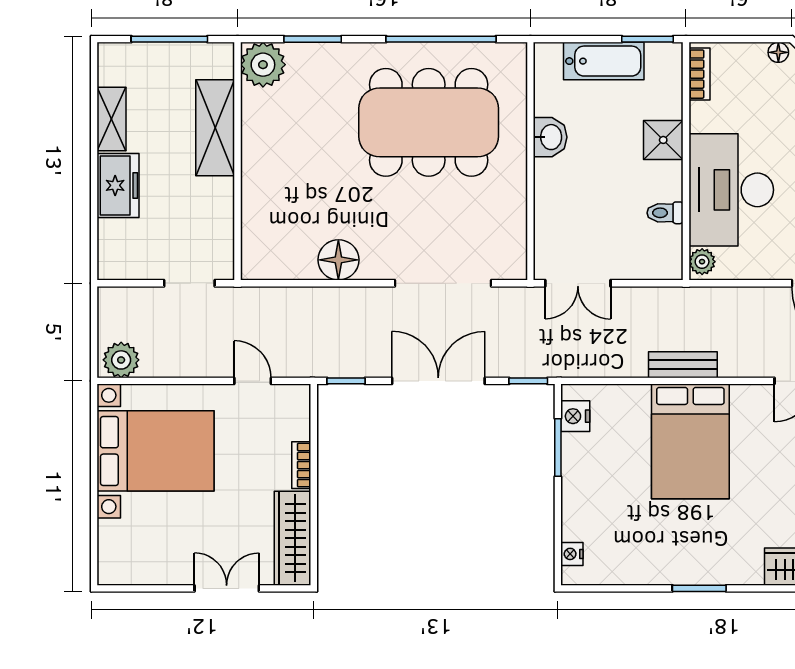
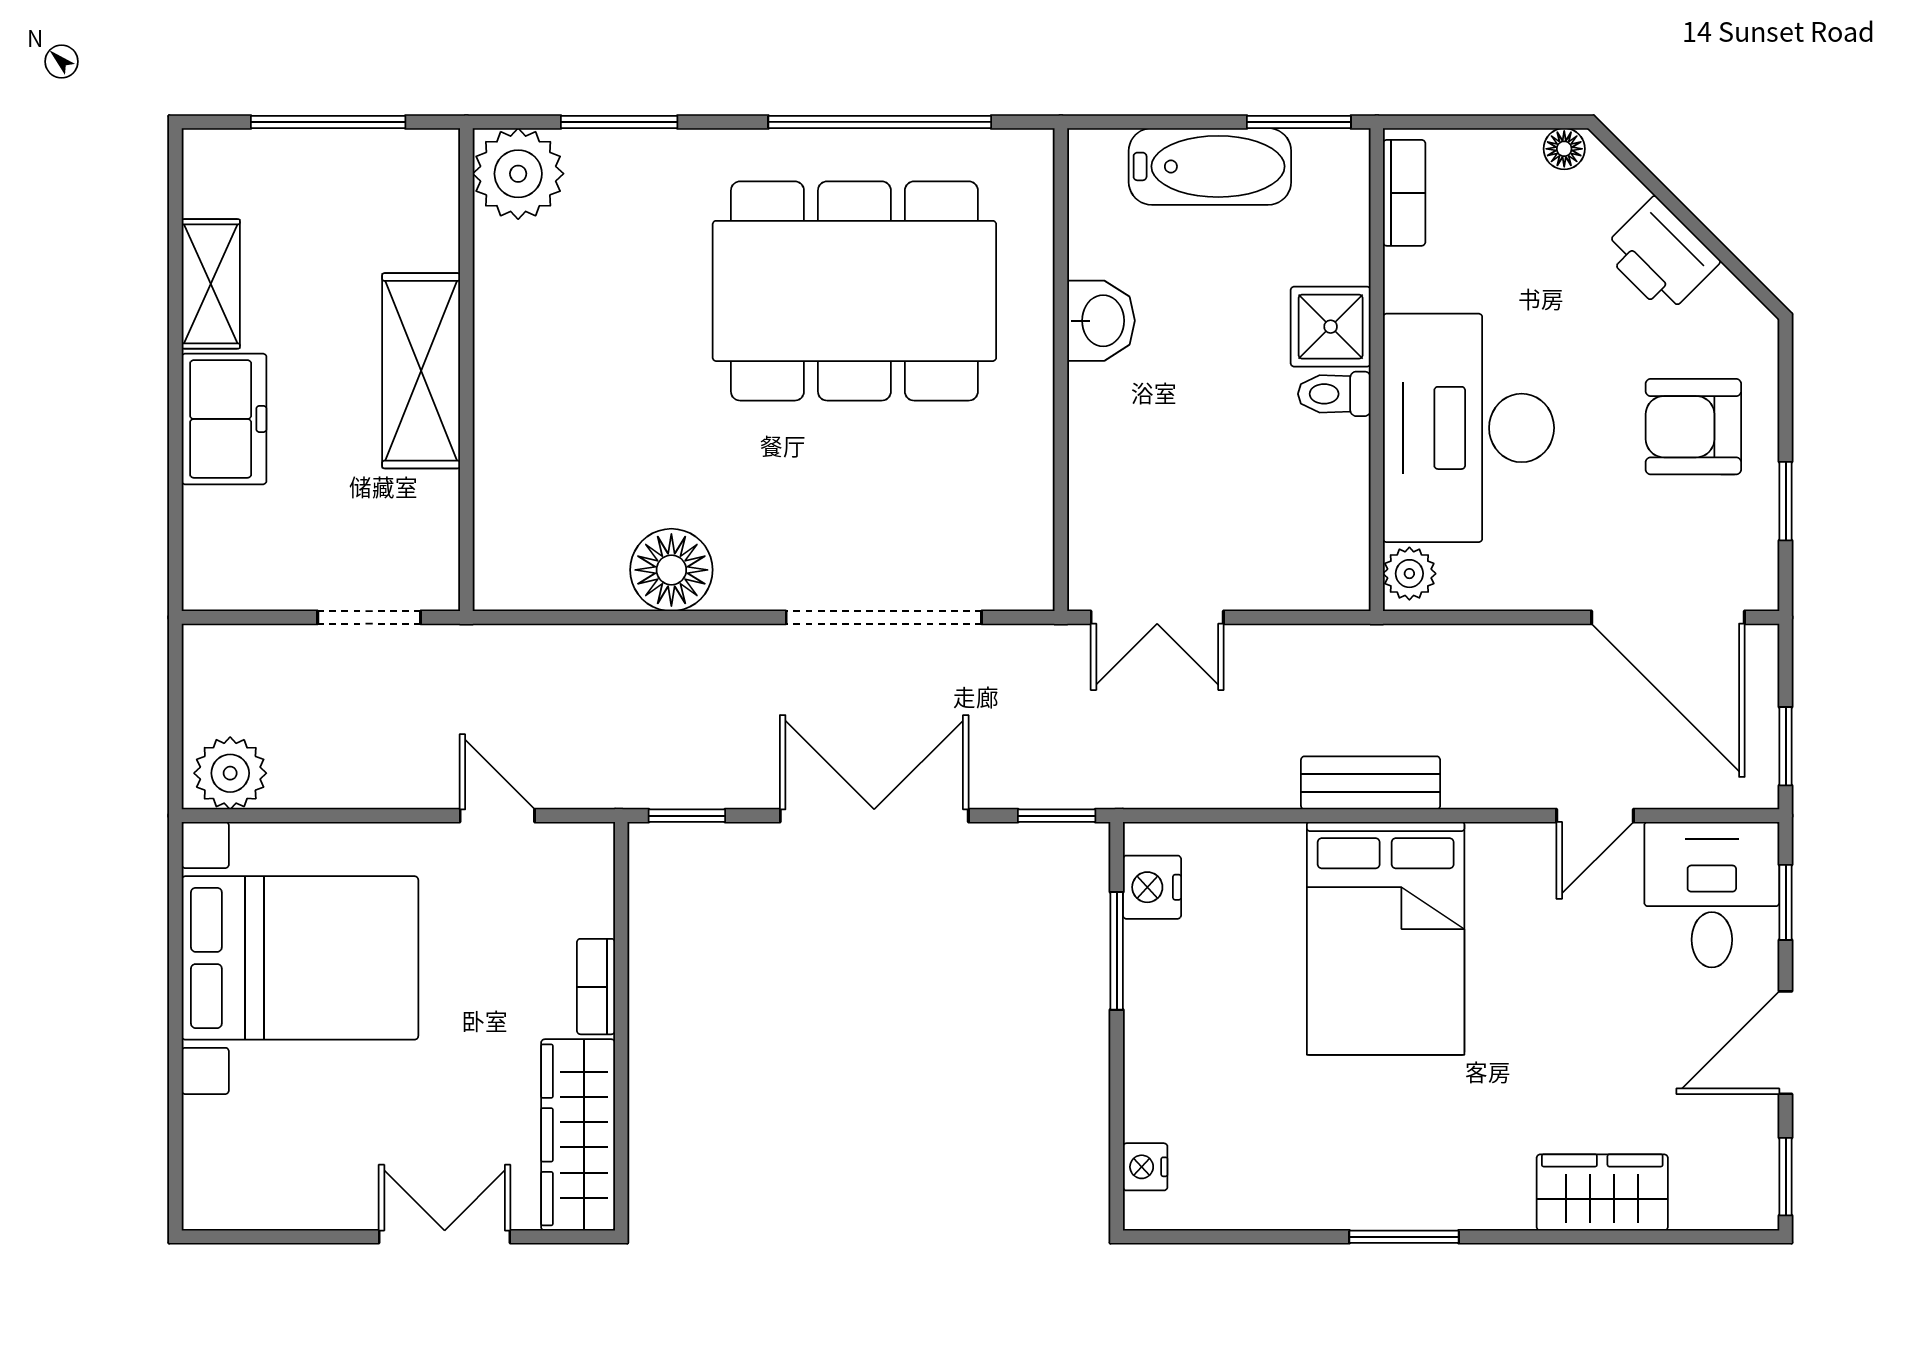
shelving: (215, 128) -> (421, 371), moved
toilet: (665, 213) -> (1334, 394), moved

